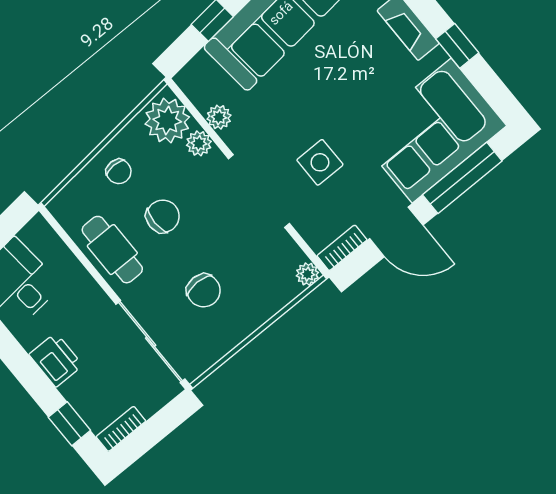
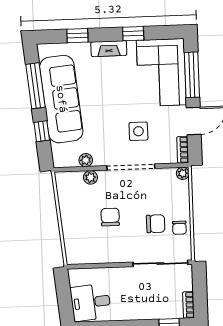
plant: (167, 121) -> (70, 184), removed
chair: (119, 171) -> (179, 228), moved, turned 90
cafe table: (112, 250) -> (108, 250), removed
printer: (56, 360) -> (137, 310), removed

